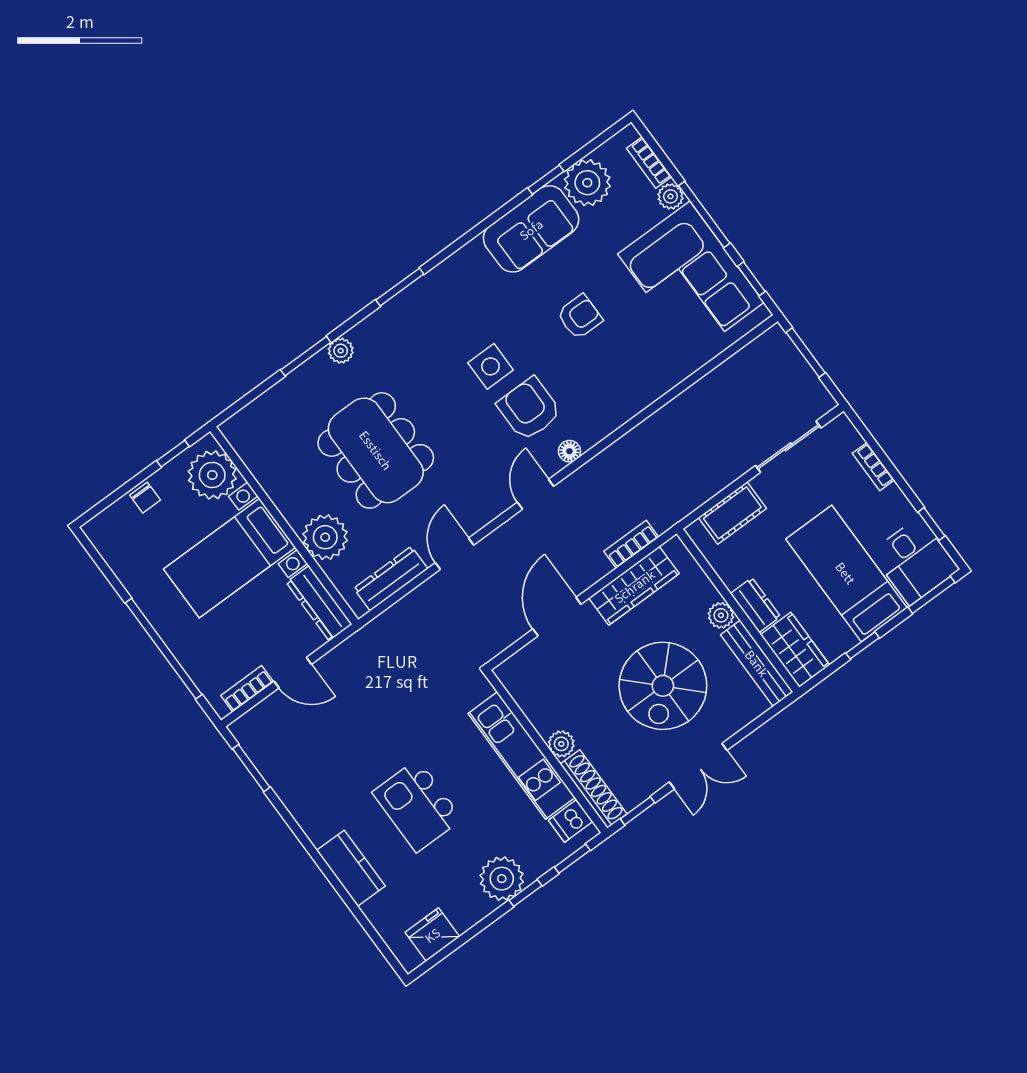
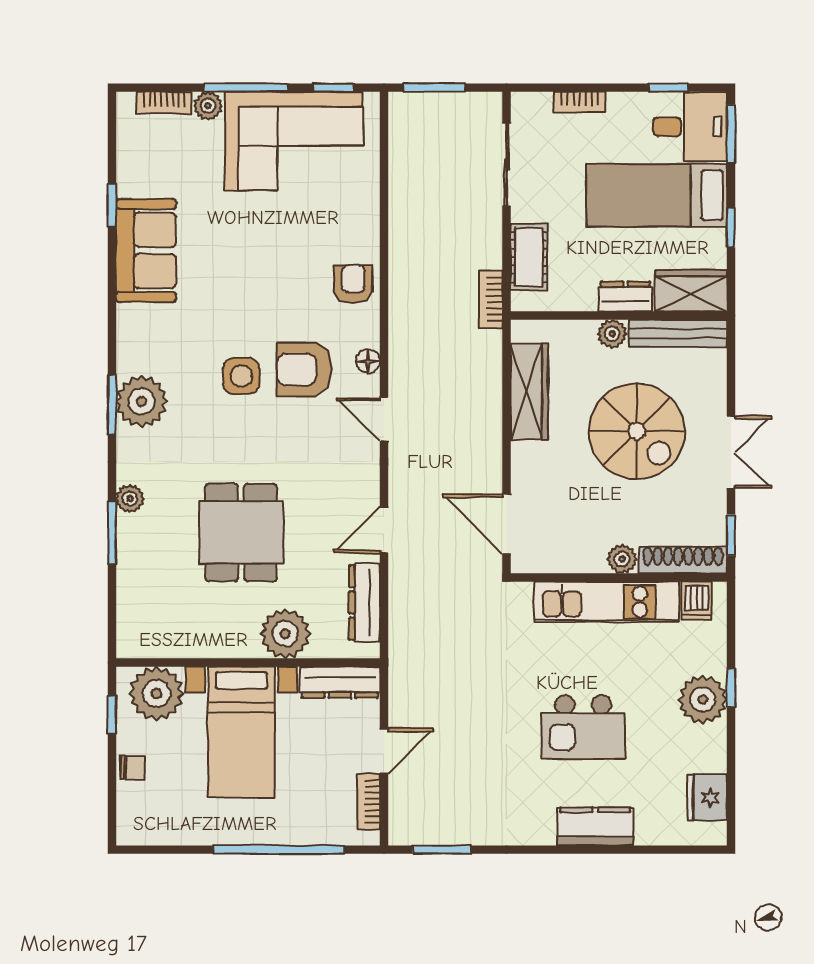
plant: (587, 183) -> (142, 401), moved
armchair: (580, 317) -> (353, 284), moved
dining table: (376, 450) -> (241, 532), width x0.73
bookcase: (631, 544) -> (491, 299), moved
door: (454, 554) -> (384, 530), hinge flipped
door: (557, 617) -> (507, 524), moved
window: (572, 859) -> (731, 624), removed

